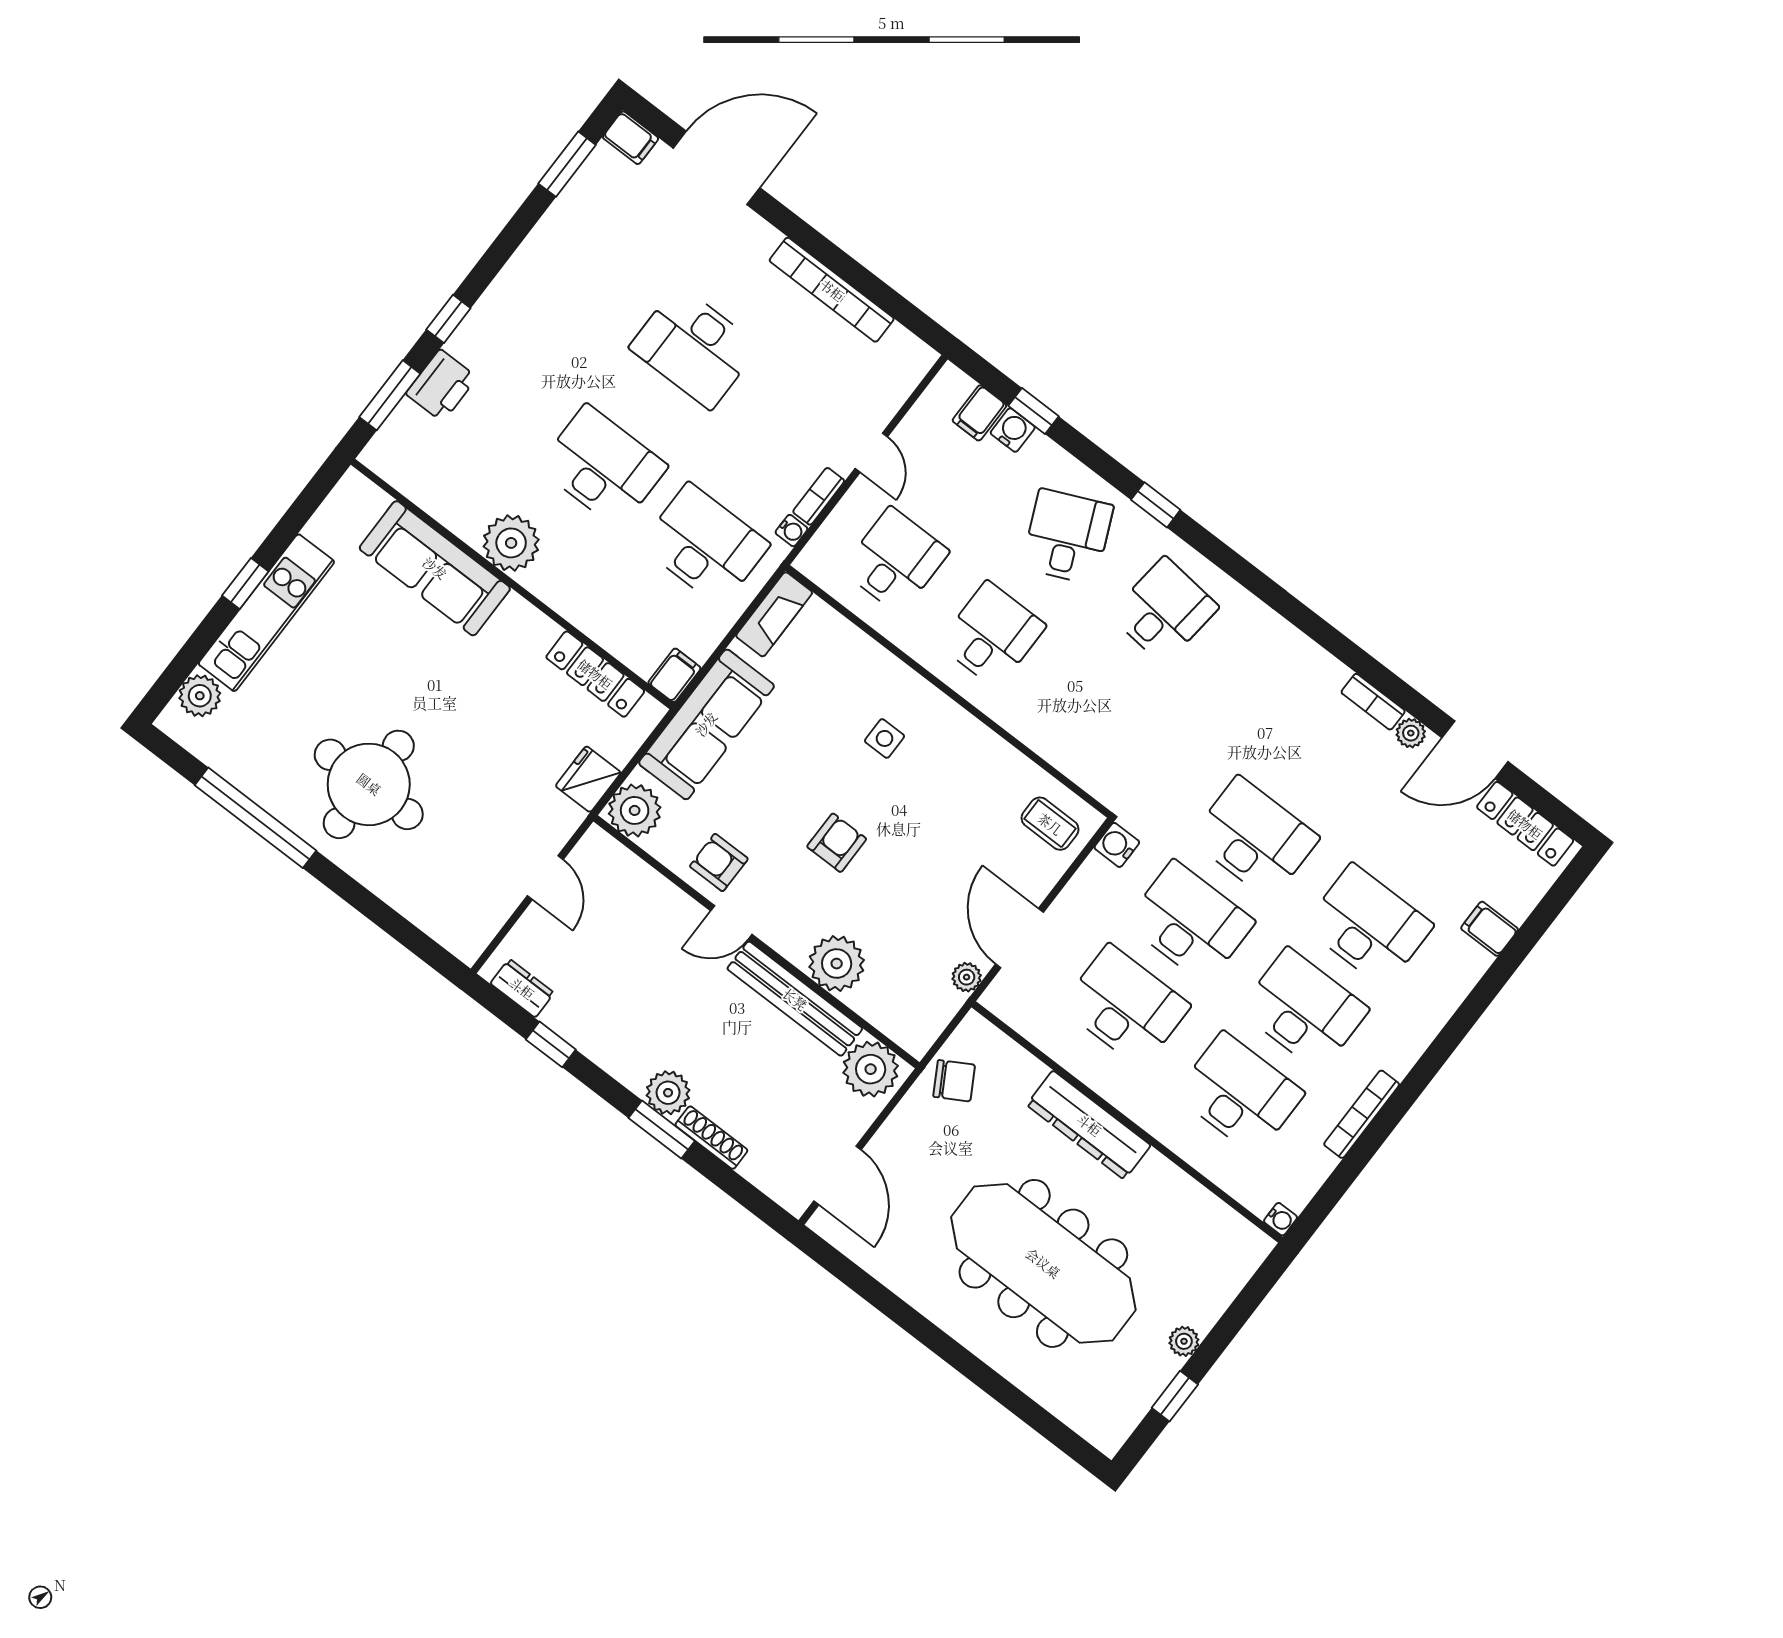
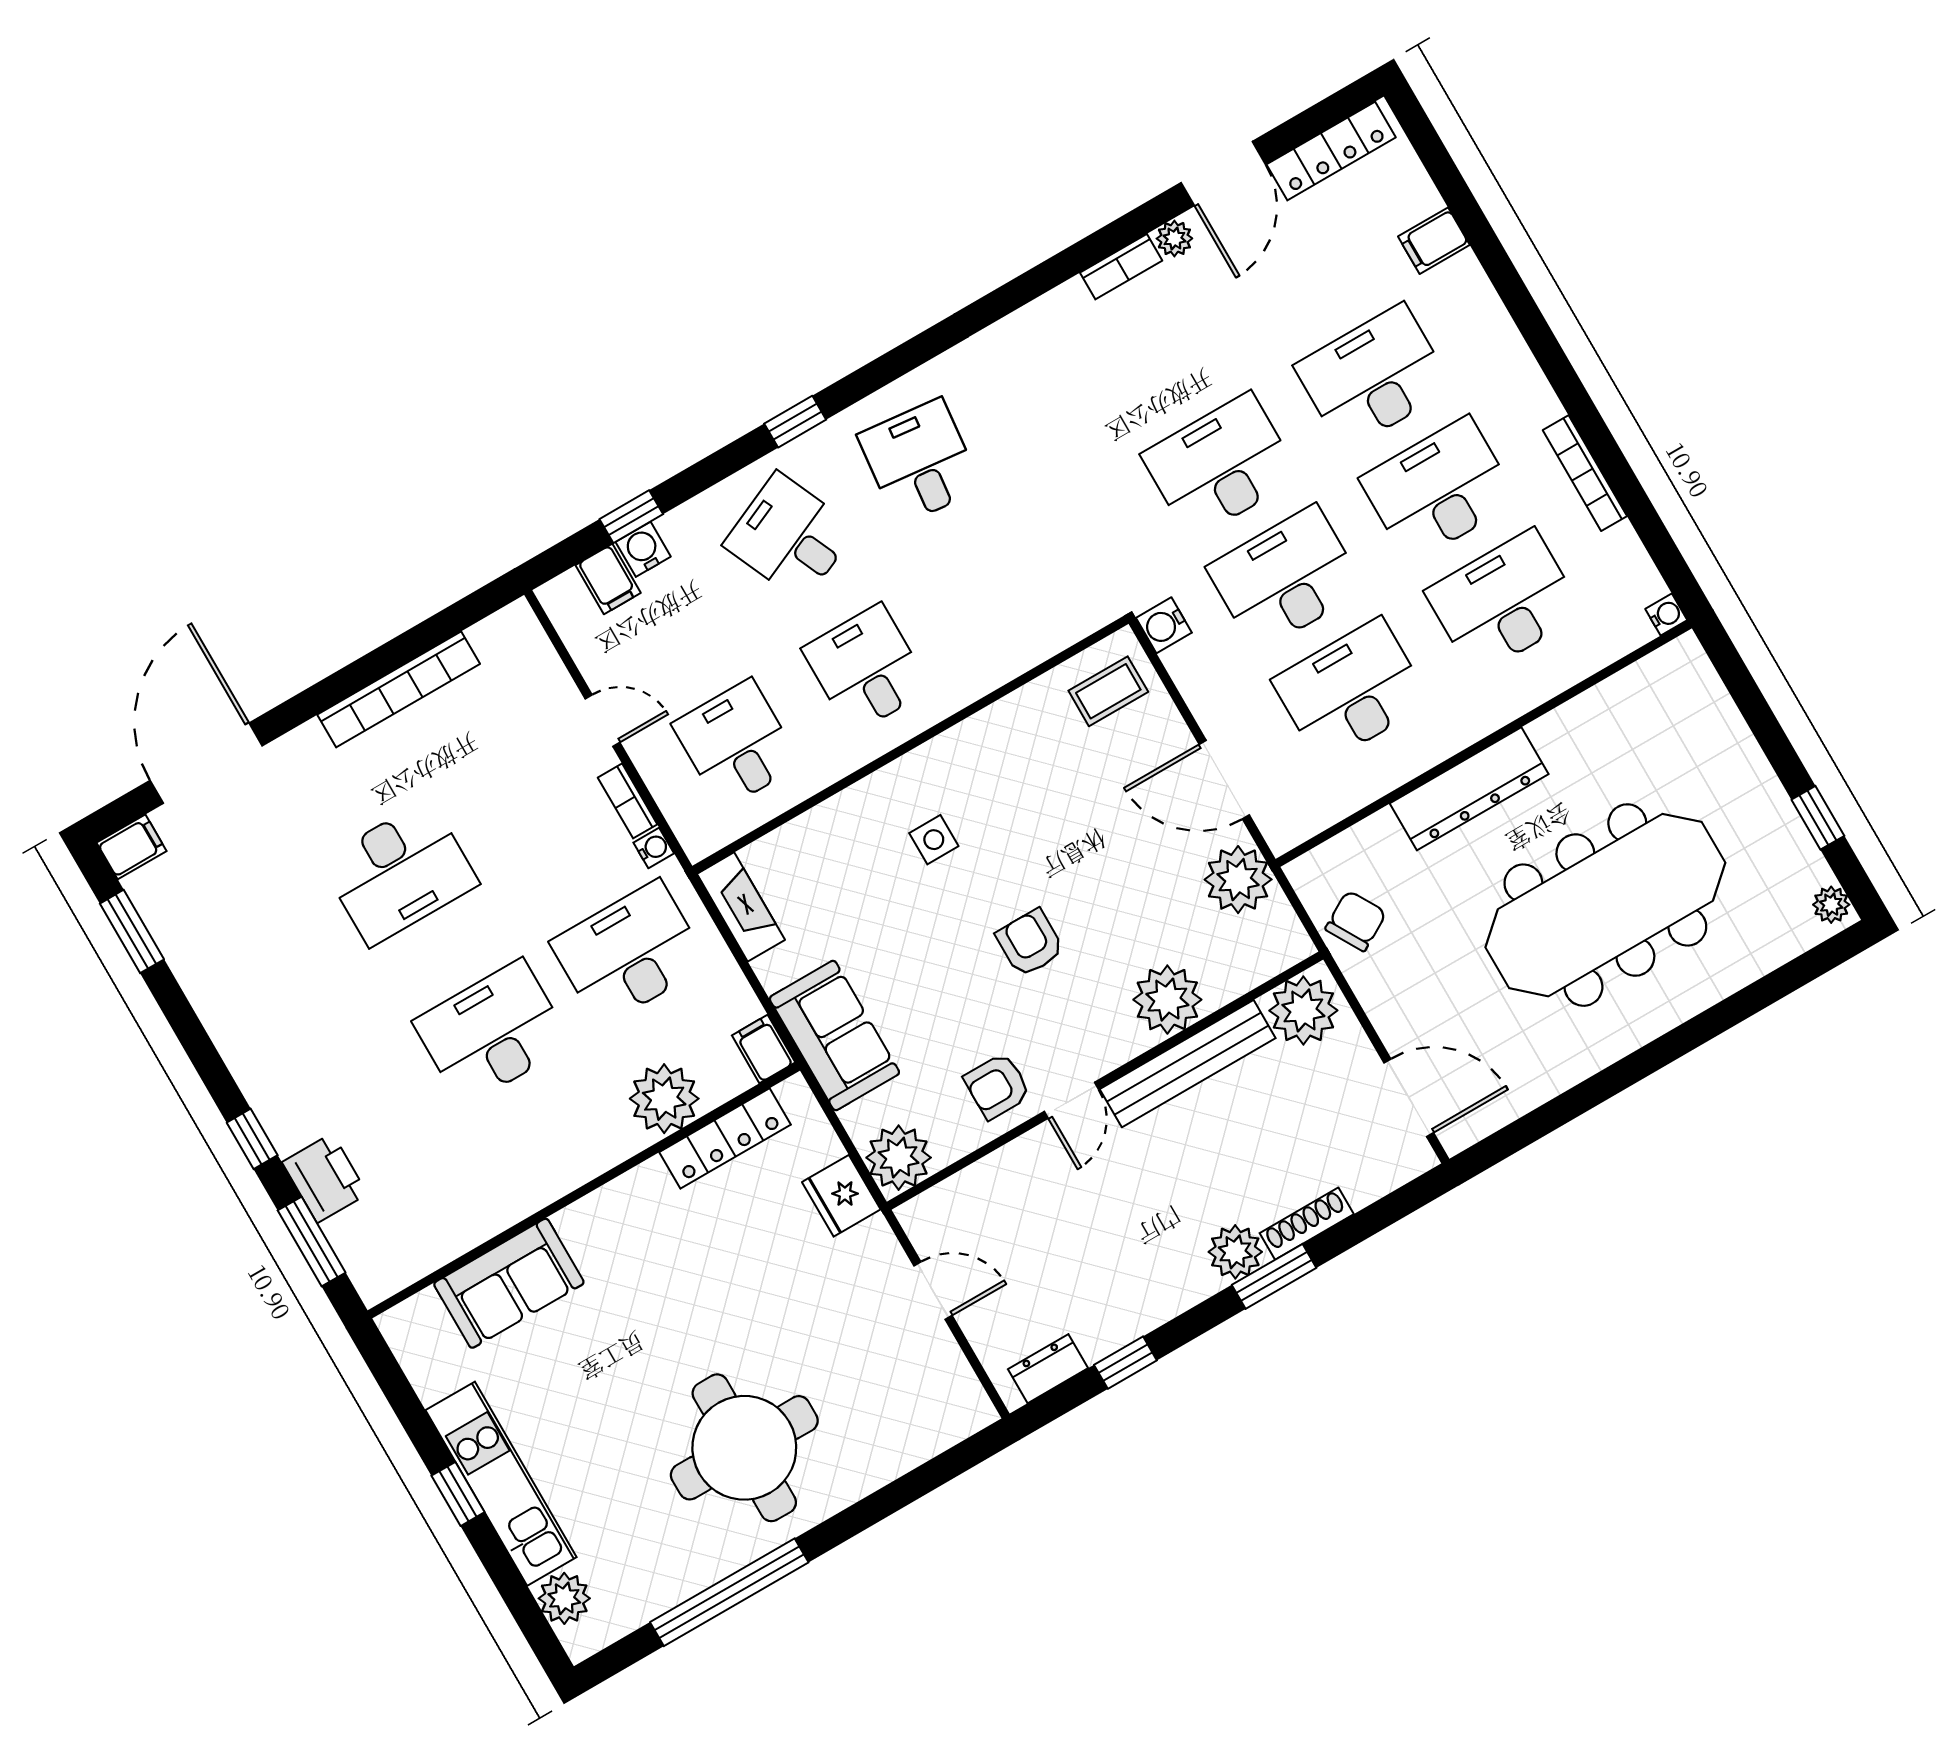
plant: (511, 543) -> (664, 1099), moved
sofa: (435, 568) -> (509, 1283), width x0.73
sofa: (706, 724) -> (834, 1035), width x0.73
plant: (967, 977) -> (1238, 880), width x1.88, depth x1.88
plant: (1184, 1341) -> (1831, 905), moved

